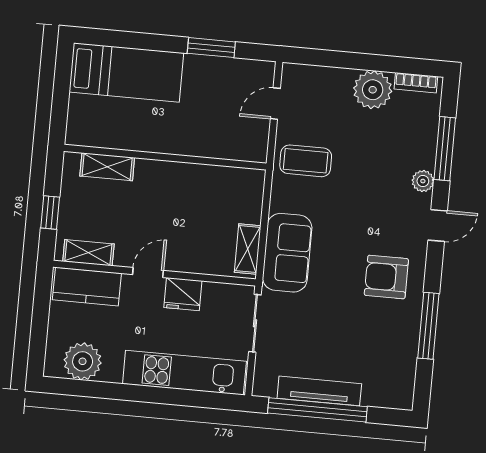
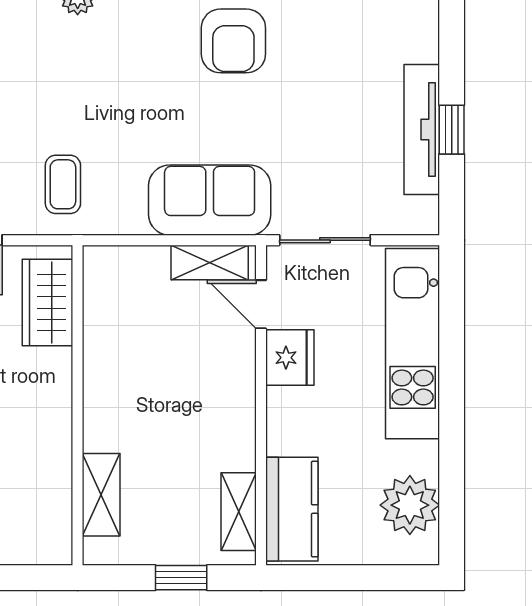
wardrobe: (232, 144) -> (48, 303), added
coffee table: (306, 161) -> (63, 184), width x0.73, depth x0.77
door: (148, 272) -> (261, 304), moved
window: (317, 410) -> (452, 130), width x0.32

